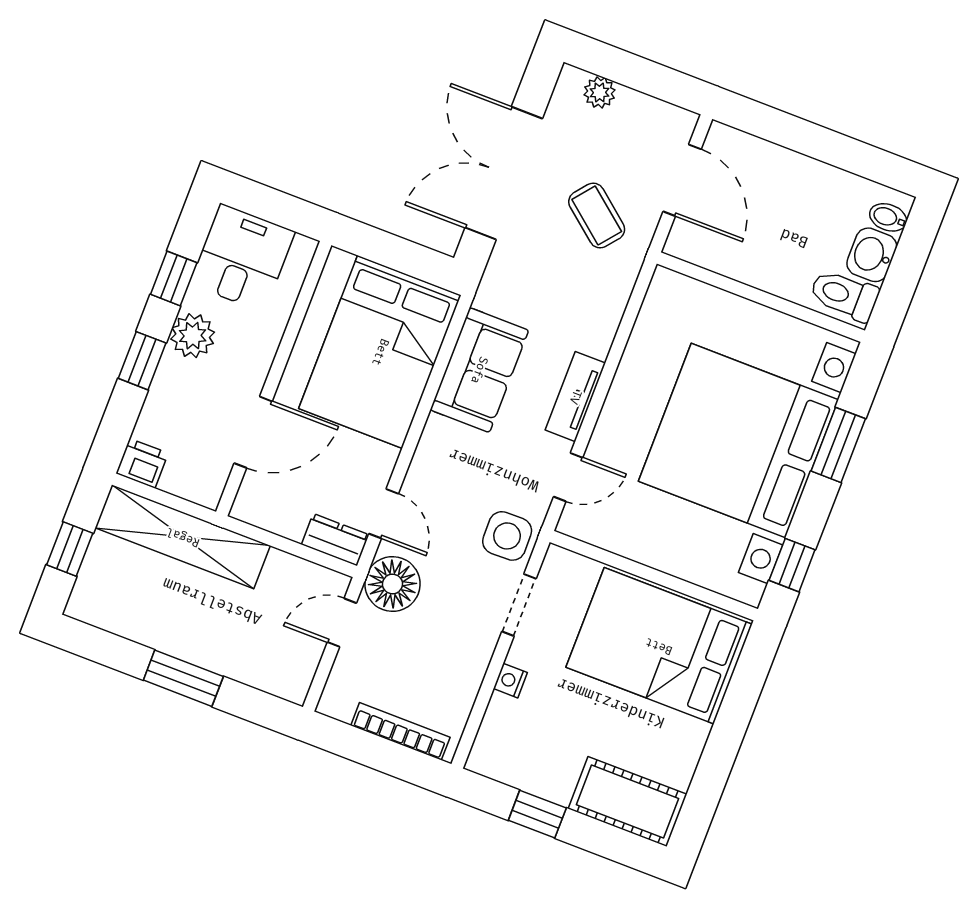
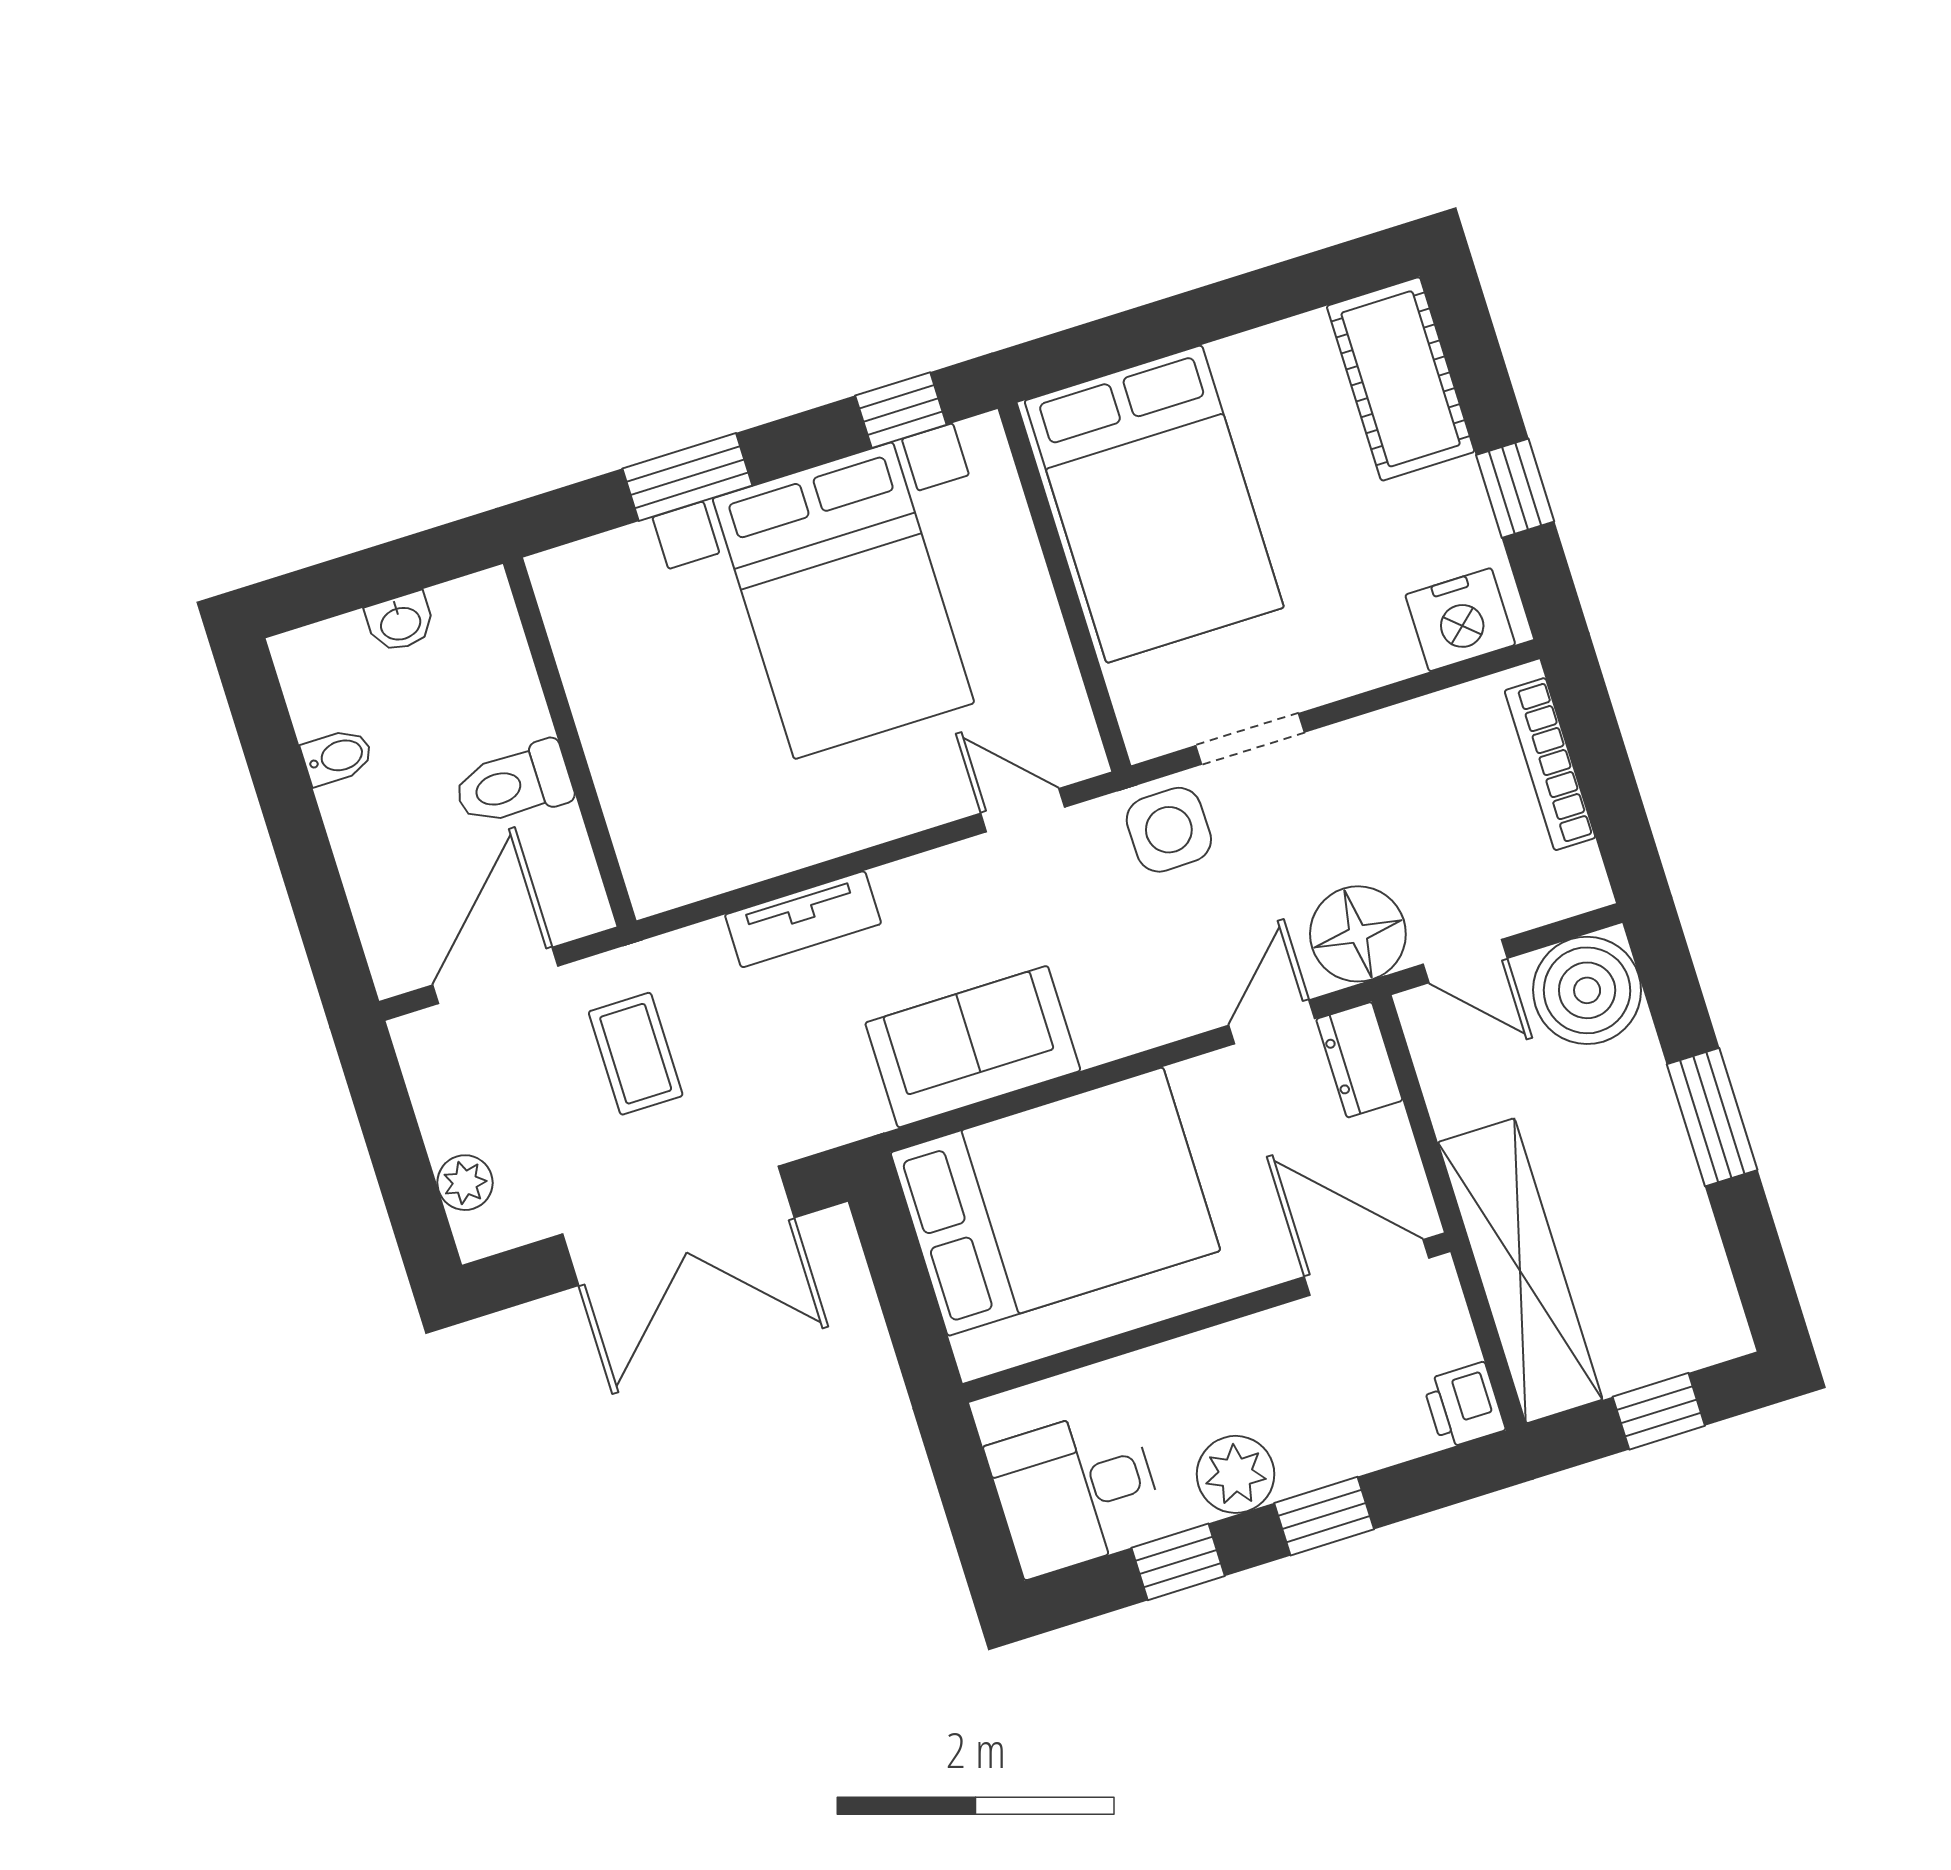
coffee table: (597, 215) -> (636, 1054), turned -39
bidet: (888, 217) -> (337, 757), moved, turned -90
washbasin: (872, 255) -> (400, 622), width x0.72, depth x0.69
toilet: (844, 295) -> (513, 784), moved, turned 90
tv unit: (575, 397) -> (803, 919), moved
door: (253, 432) -> (1367, 1267), moved
bed with nightstands: (738, 441) -> (843, 601), width x0.73
boiler: (285, 667) -> (1587, 990), added
nightstand: (510, 681) -> (1460, 620), moved, width x1.89, depth x1.79

